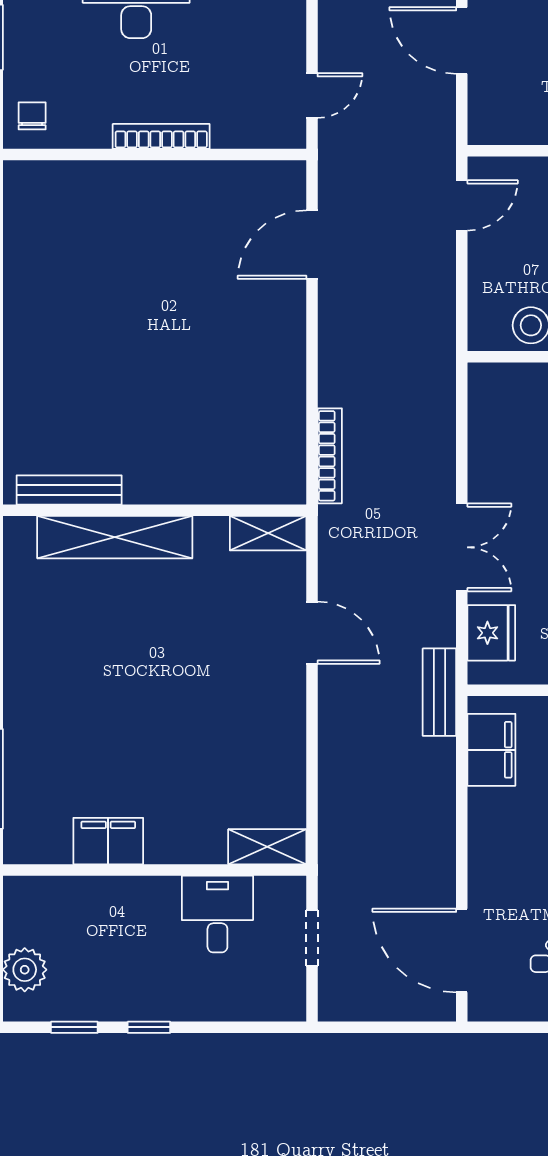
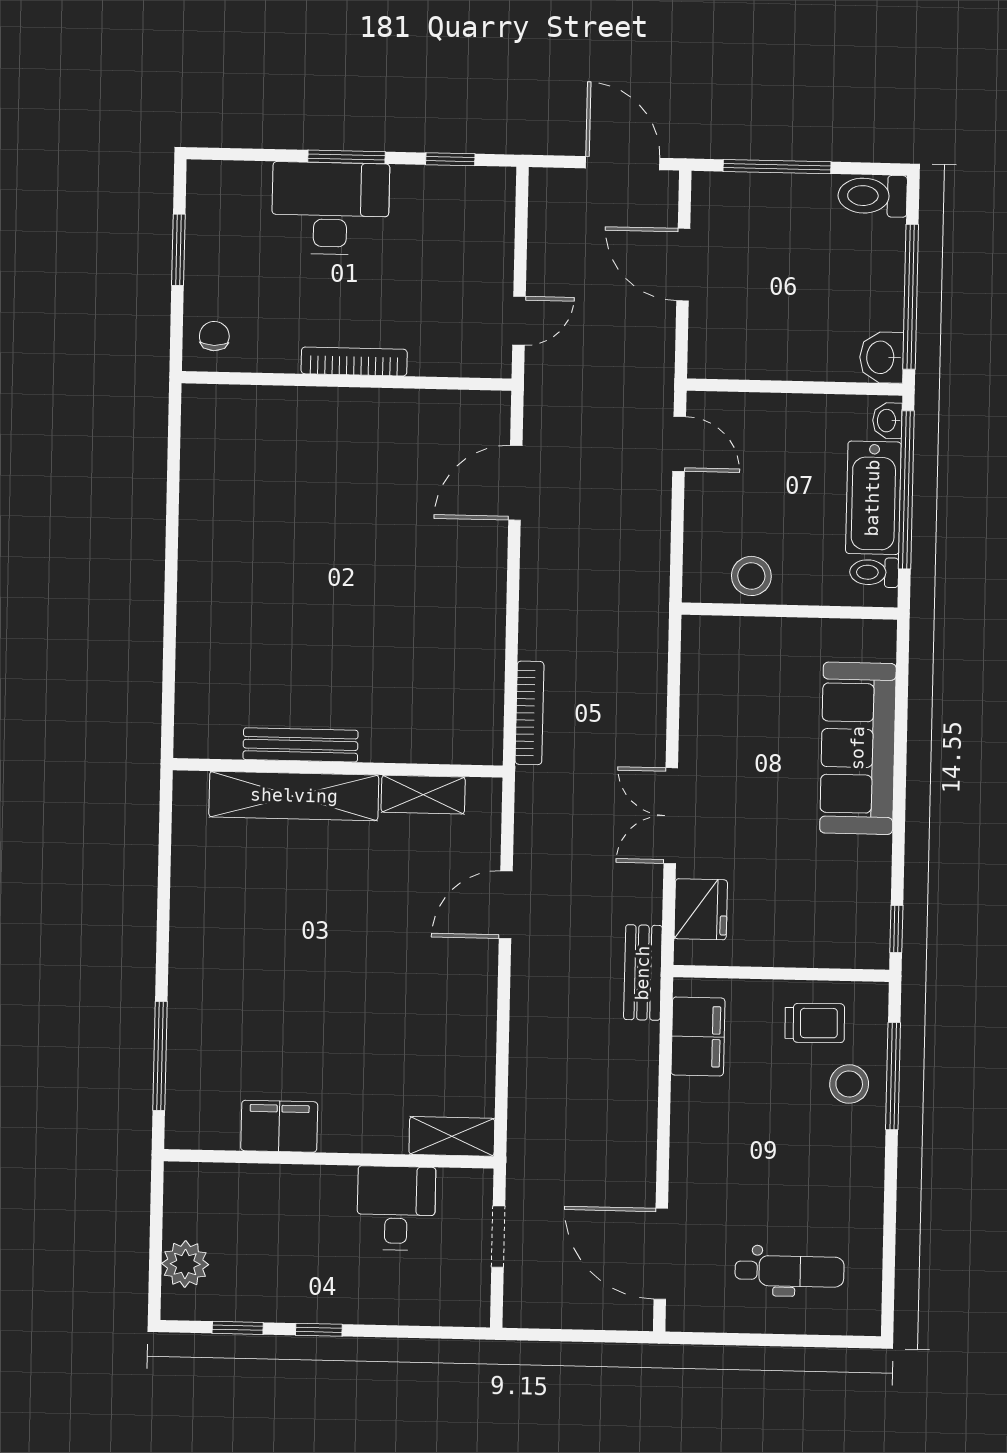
door: (462, 205) -> (679, 444), hinge flipped
bench: (69, 490) -> (301, 745), moved
shelving: (268, 533) -> (423, 795), moved
double door: (462, 547) -> (671, 816), swing flipped
door: (312, 633) -> (506, 905), swing flipped

